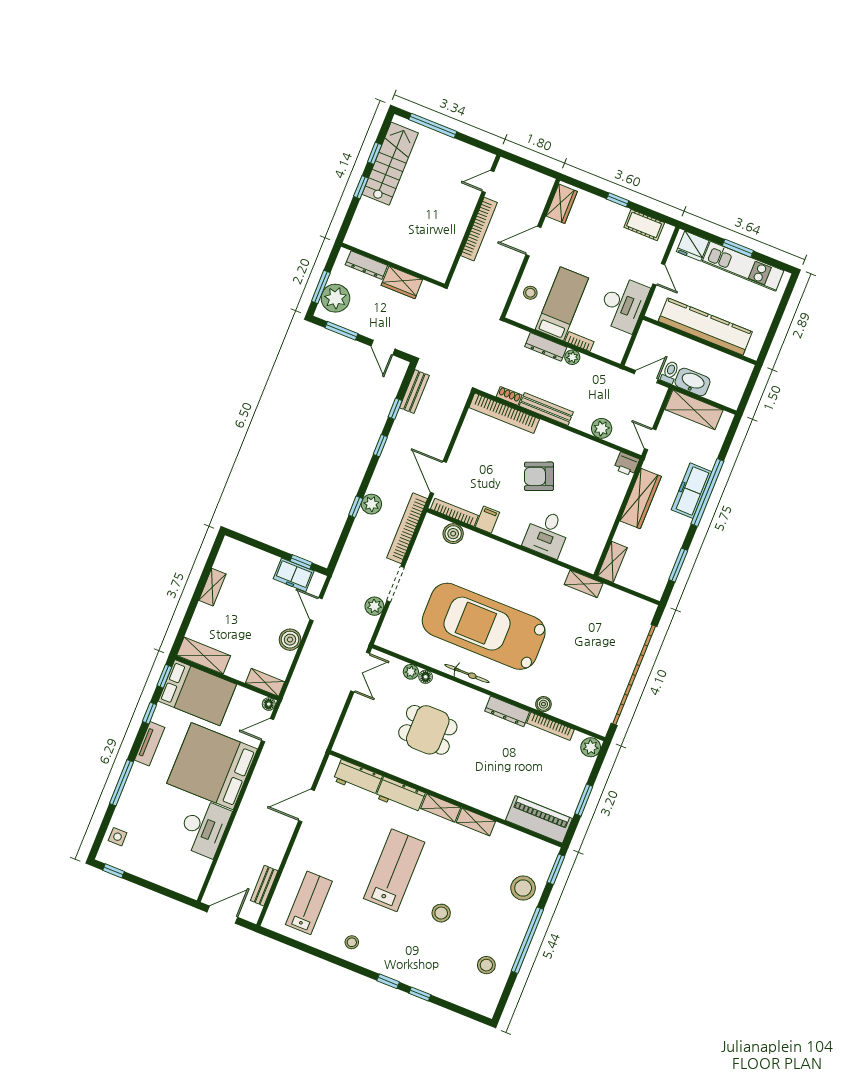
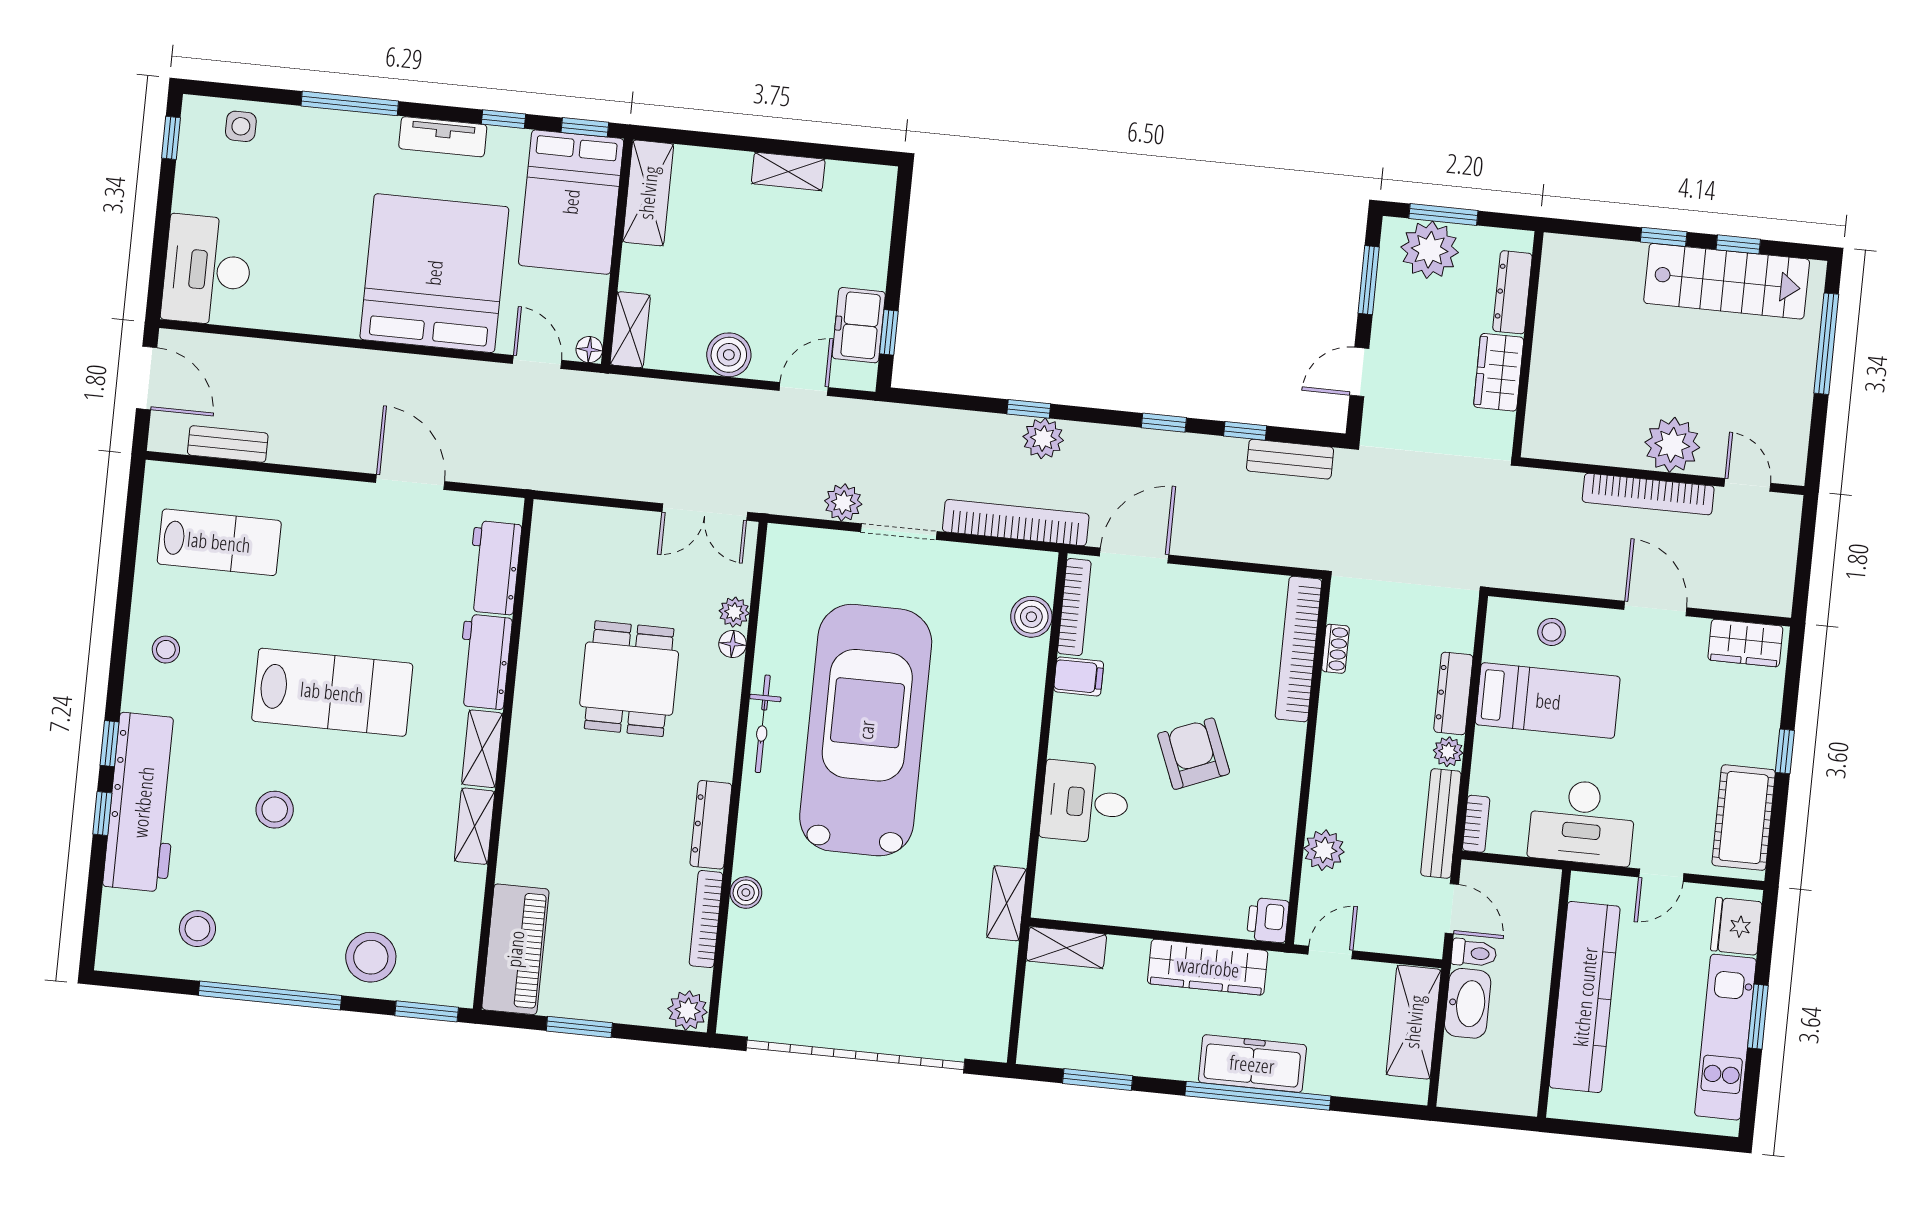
plant: (459, 211) -> (1672, 445), added
cot: (644, 225) -> (1744, 818), width x1.37, depth x1.34
bookcase: (579, 342) -> (1476, 824), moved
bench: (546, 409) -> (1441, 823), moved
desk: (204, 828) -> (207, 270), moved, turned 90
workbench: (420, 974) -> (143, 802), added

